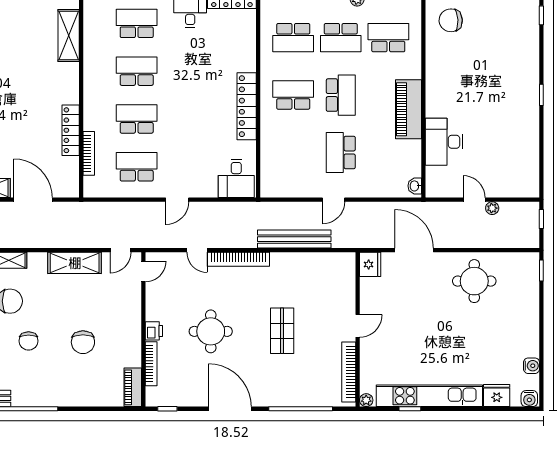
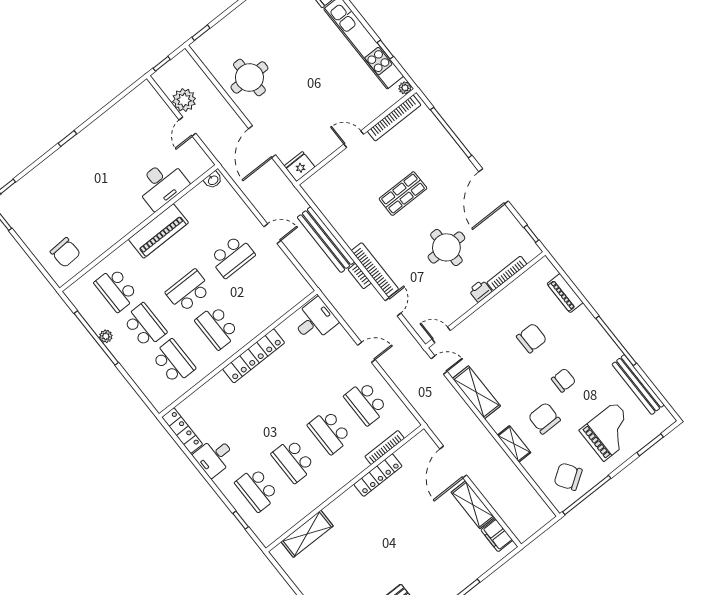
plant: (492, 208) -> (184, 100), width x1.87, depth x1.87
bookcase: (243, 243) -> (360, 276), added
piano: (133, 387) -> (565, 293), moved, turned 90

